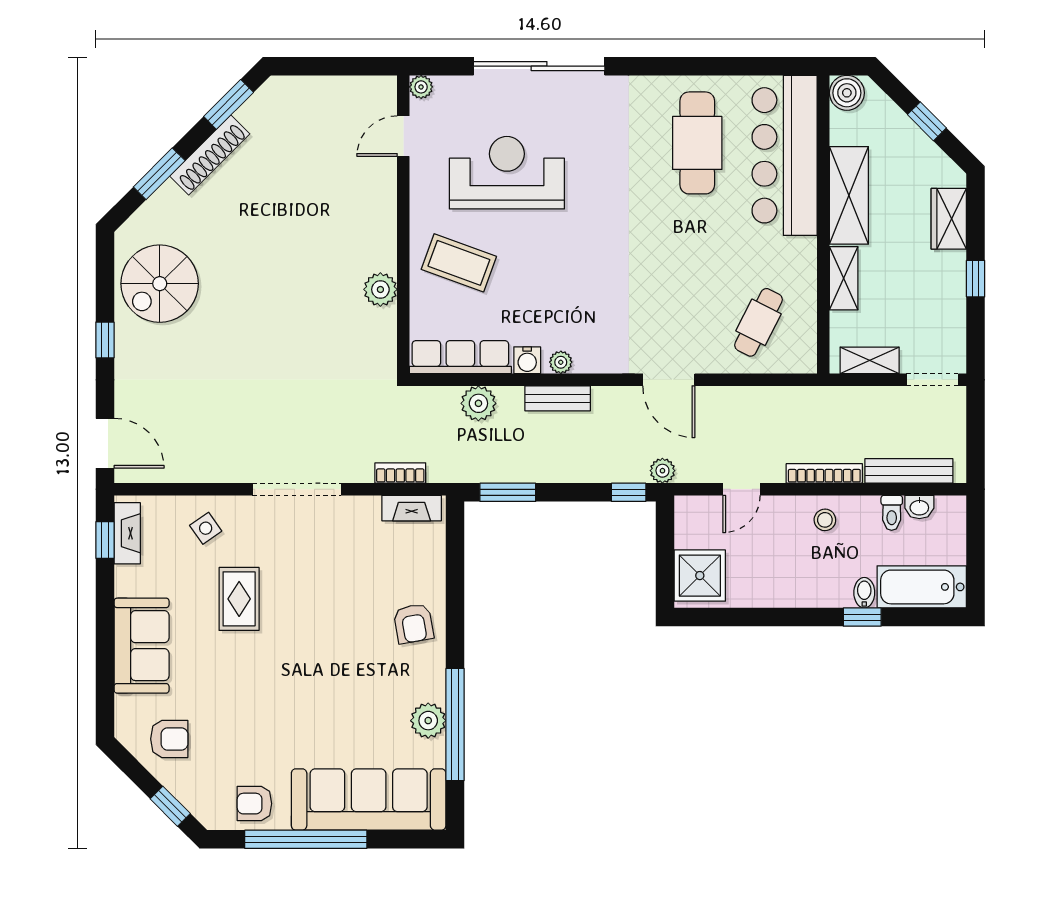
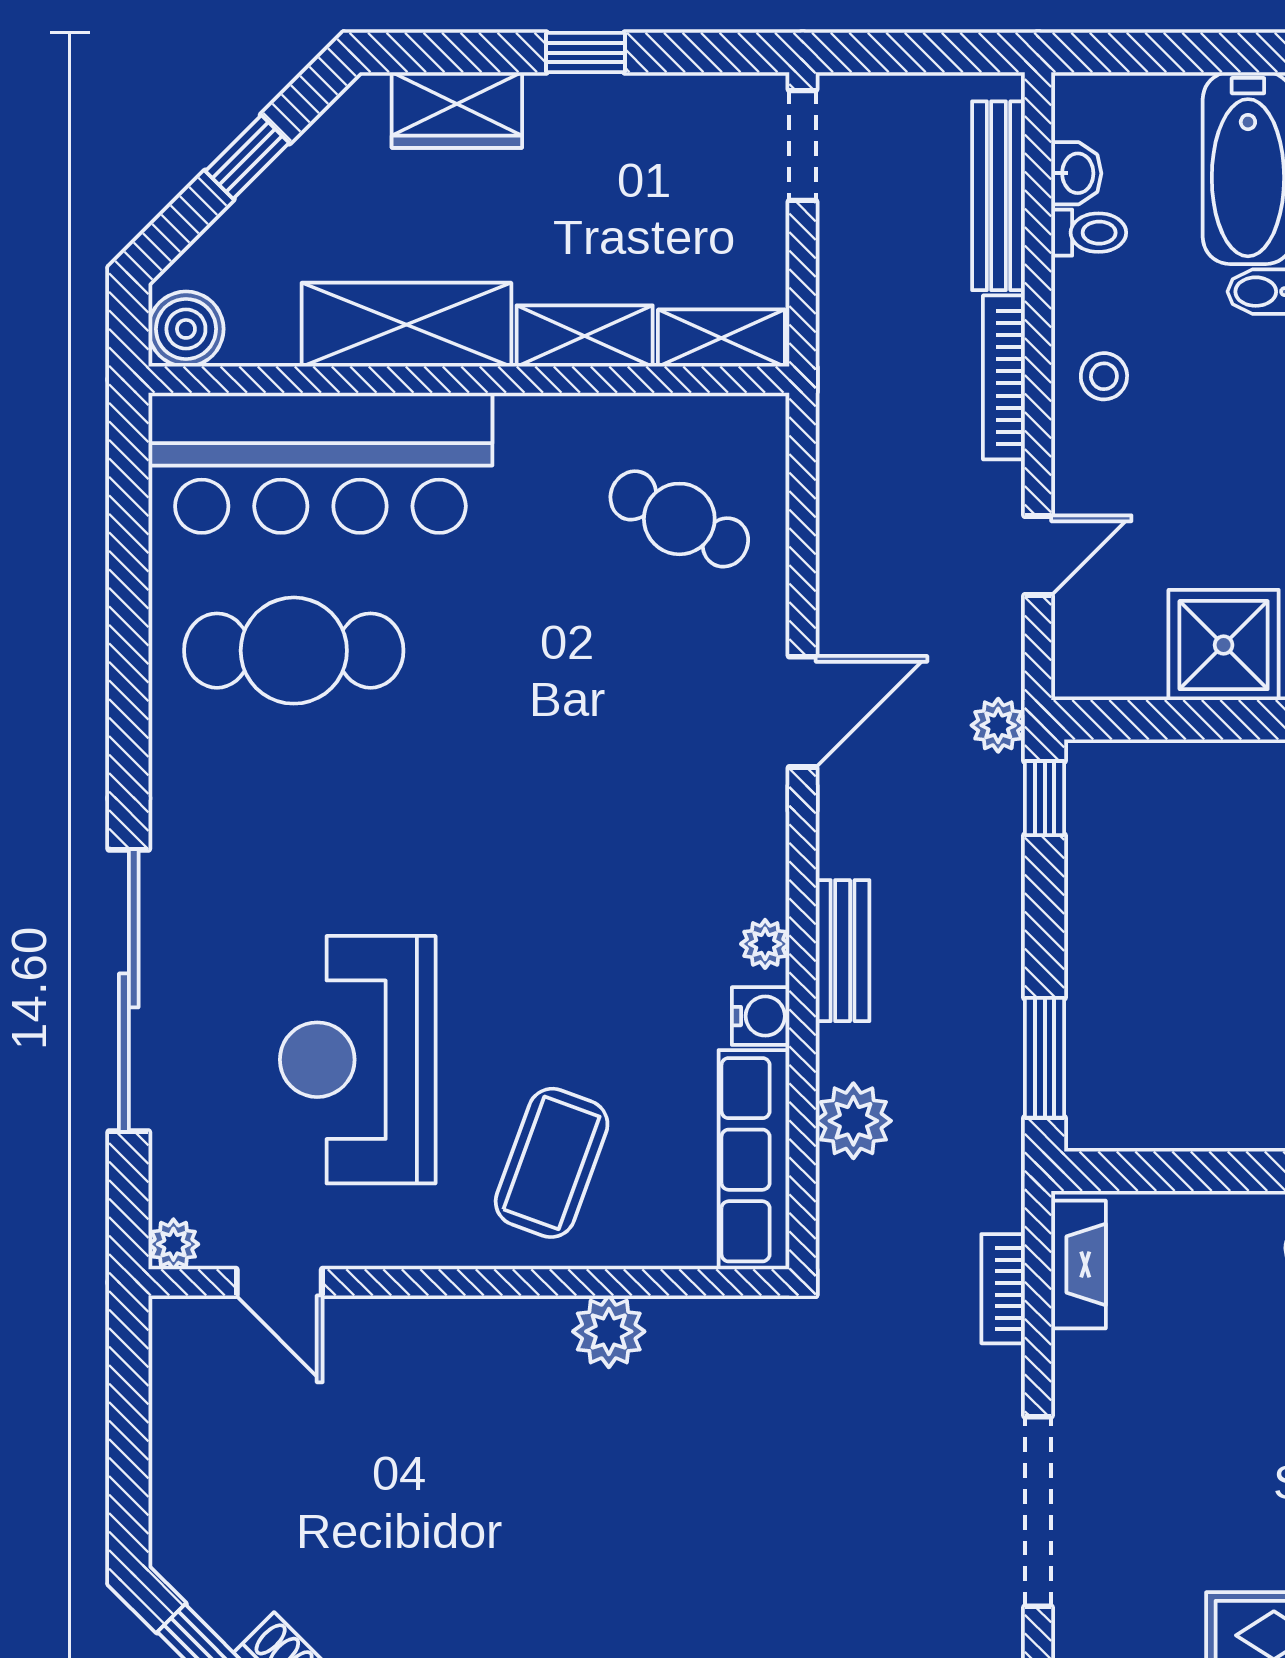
shelving: (870, 360) -> (721, 338), moved, turned 90
door: (741, 489) -> (1038, 556), hinge flipped

